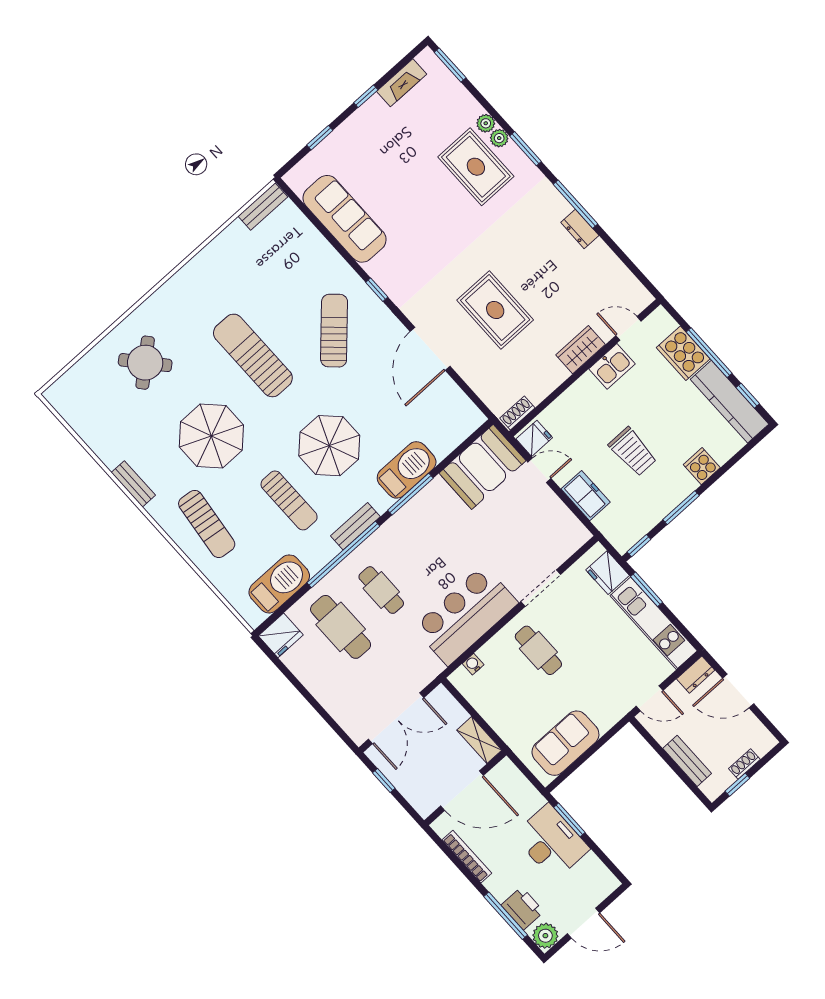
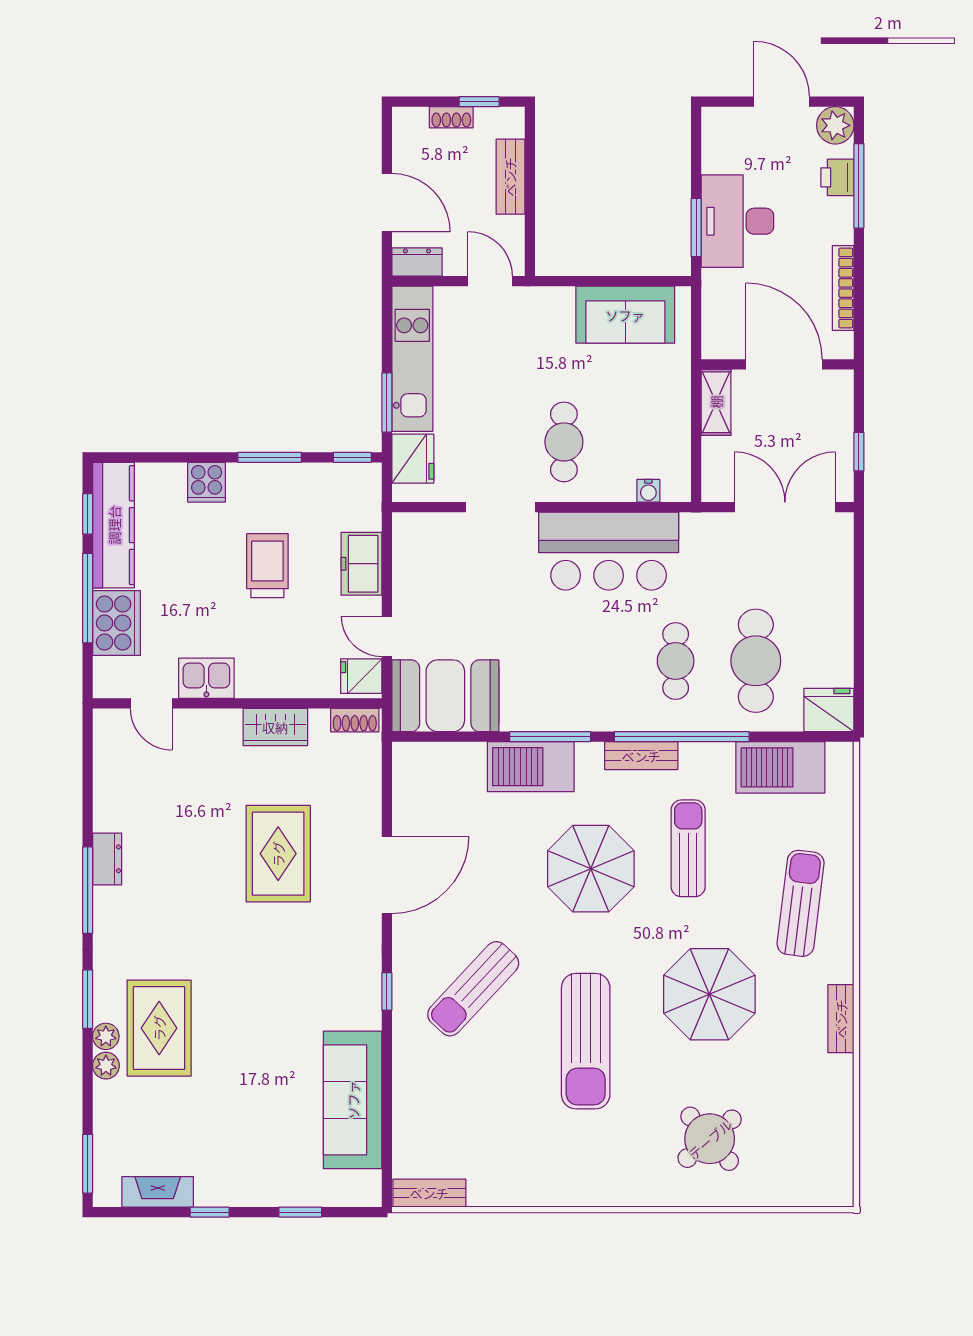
wardrobe: (581, 350) -> (275, 727), moved
printer: (523, 908) -> (837, 177), width x0.73, depth x0.81

